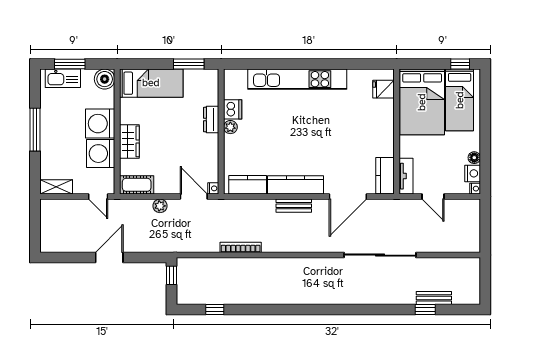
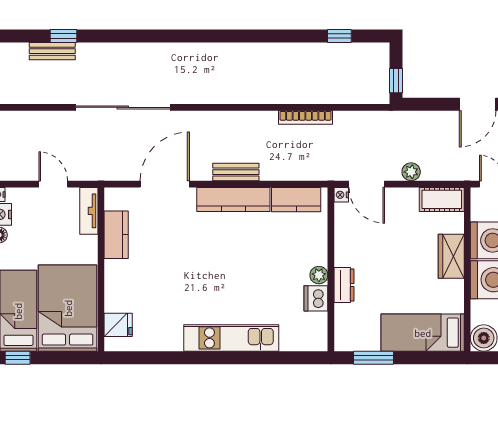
kitchen unit: (297, 79) -> (231, 338), width x0.73
kitchen counter: (385, 176) -> (116, 235), moved

